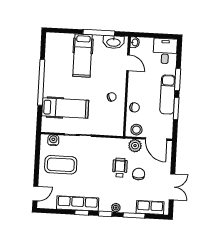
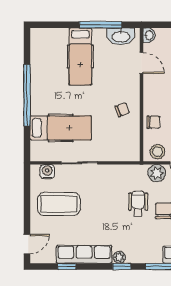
plant: (116, 208) -> (119, 257), moved
window: (82, 213) -> (67, 266), moved

